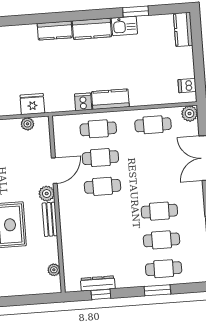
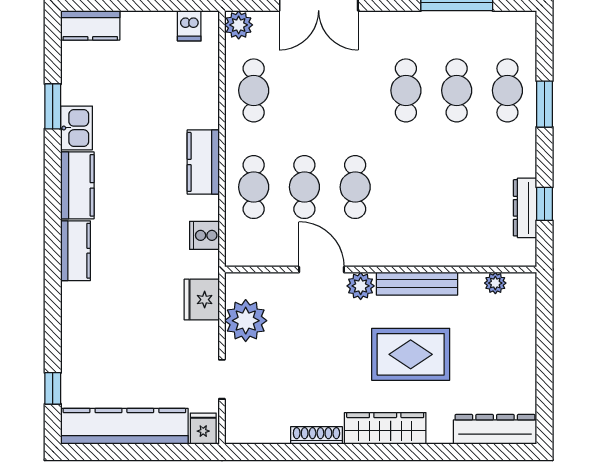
cooker: (83, 102) -> (204, 235), moved
plant: (27, 124) -> (246, 321), width x1.87, depth x1.87
bench: (50, 219) -> (417, 284), width x1.36

